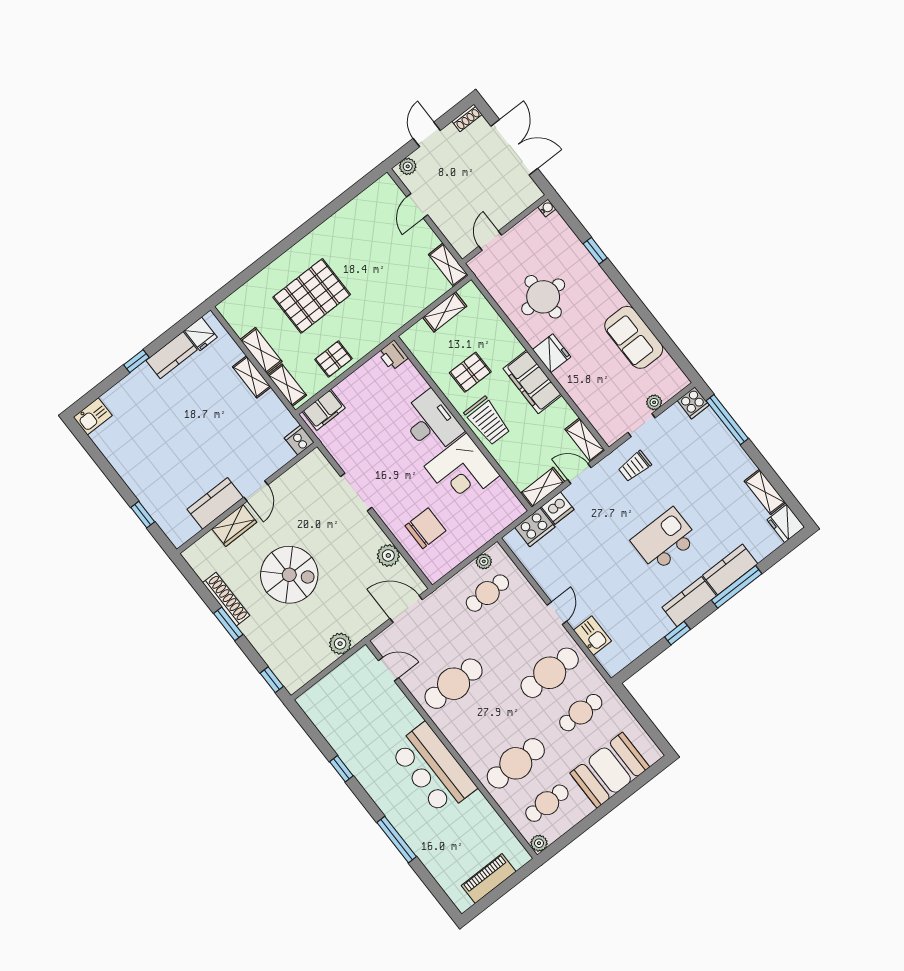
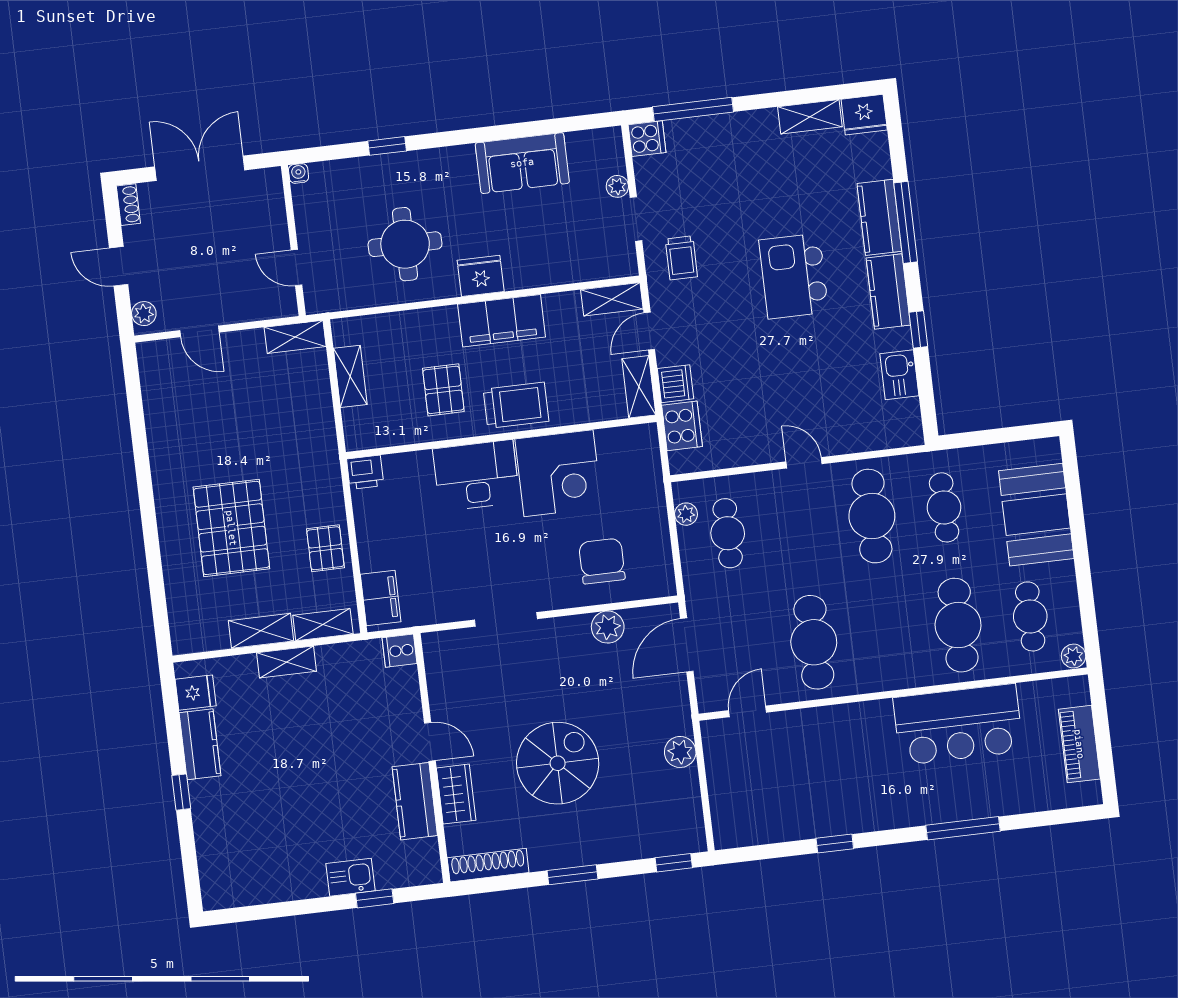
kitchen sink: (93, 416) -> (351, 877), moved, turned -90
shoe rack: (226, 599) -> (488, 865), moved
kitchen sink: (592, 636) -> (899, 375), moved, turned -90
bar counter: (433, 769) -> (958, 724), moved

